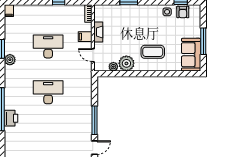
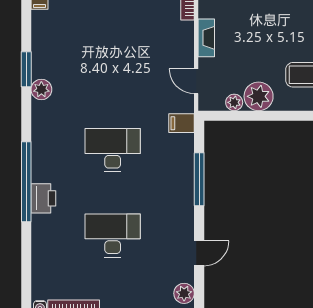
filing cabinet: (85, 37) -> (182, 123), moved
desk: (48, 46) -> (113, 235), moved
window: (95, 120) -> (199, 179), moved

